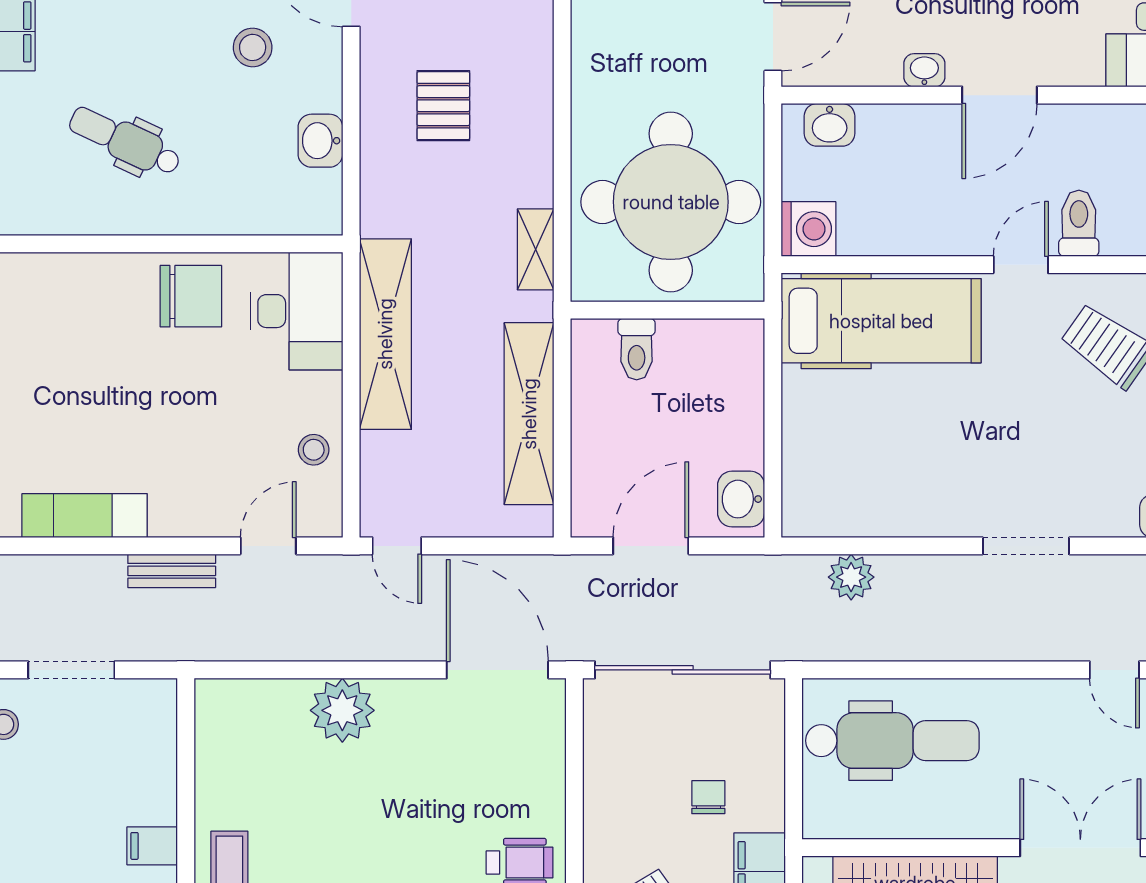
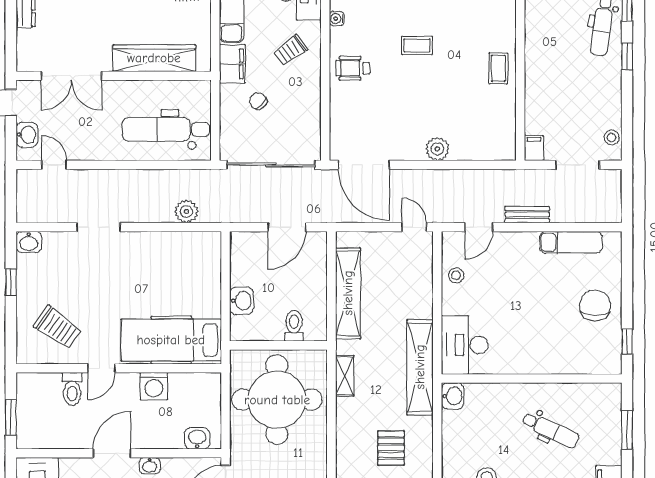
washbasin: (320, 141) -> (453, 396), moved
washing machine: (809, 229) -> (154, 386), moved, turned -90
chair: (191, 296) -> (595, 305), moved, turned 90
shelving: (385, 334) -> (420, 367), moved
washbasin: (741, 499) -> (242, 301), moved
plant: (342, 710) -> (437, 149), width x0.73, depth x0.73
chair: (708, 797) -> (258, 101), turned 133
filing cabinet: (152, 846) -> (534, 148), moved, turned -90

